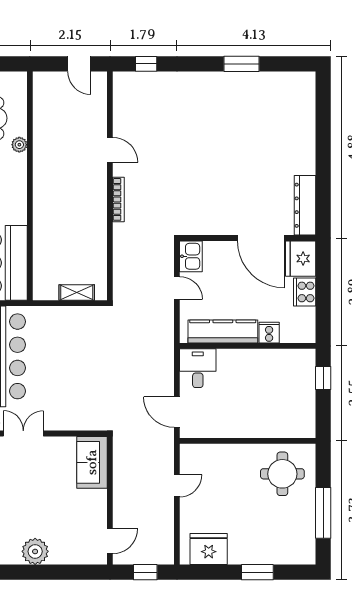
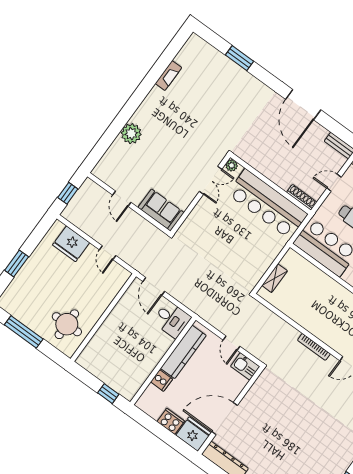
door: (177, 288) -> (232, 343), hinge flipped
door: (177, 412) -> (154, 286), swing flipped
door: (110, 541) -> (122, 199), moved
fridge: (209, 549) -> (71, 244), moved, turned 90

